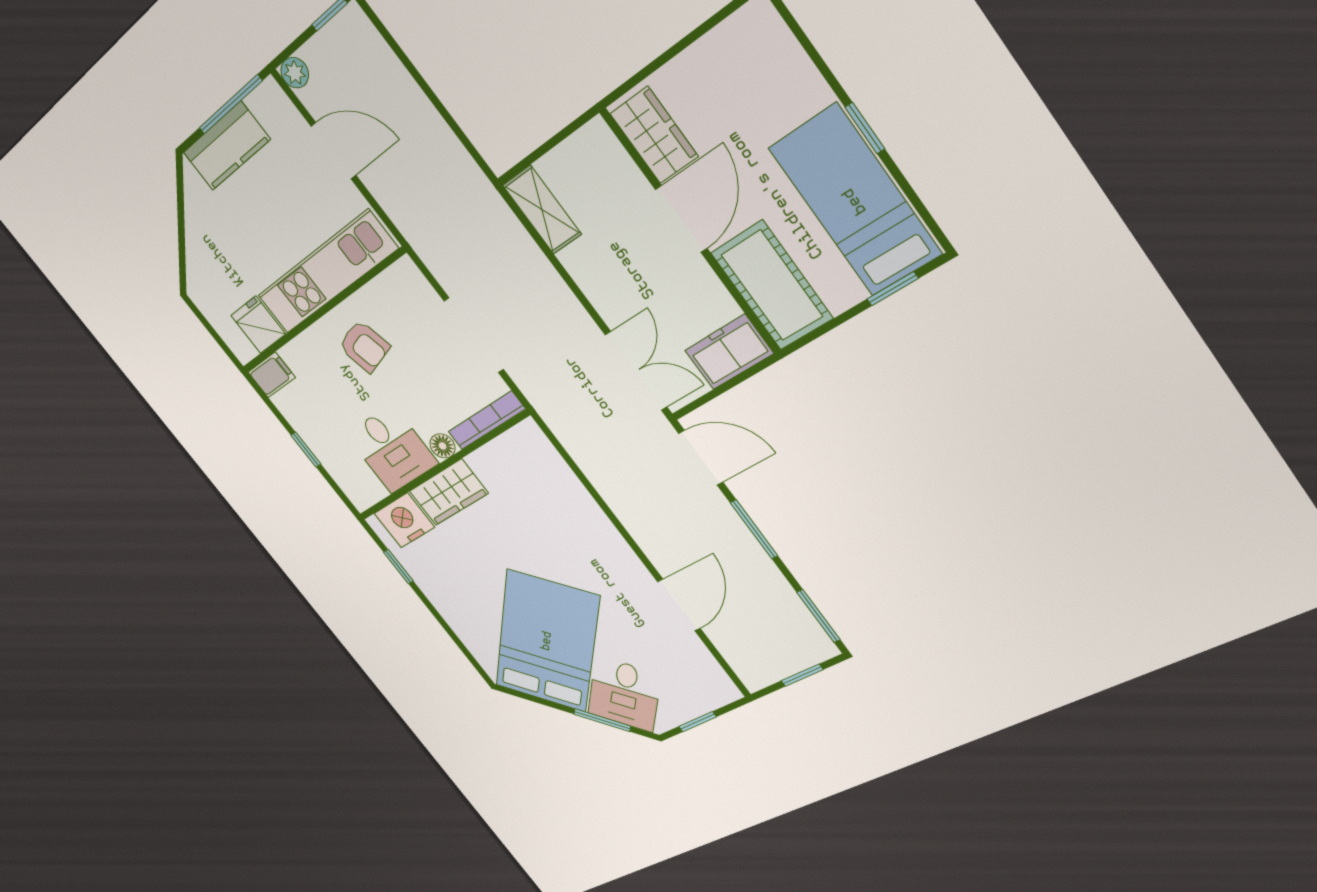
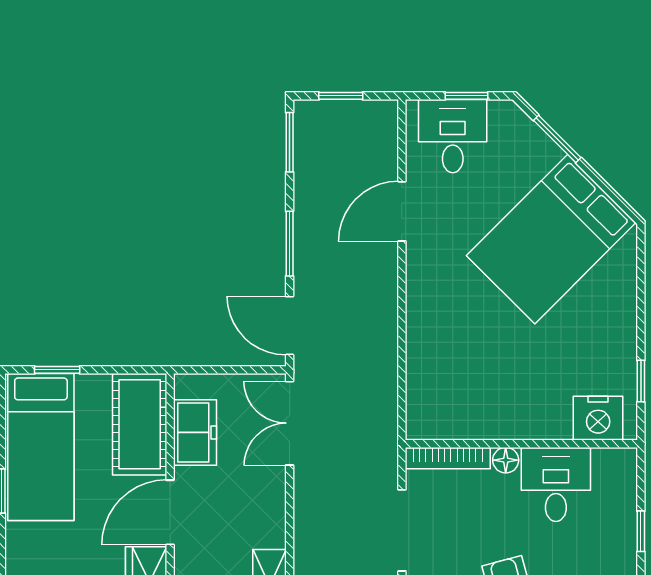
freezer: (729, 352) -> (195, 432), moved, turned -90
wardrobe: (449, 492) -> (534, 419), removed
desk: (624, 694) -> (453, 136), moved, turned -45

